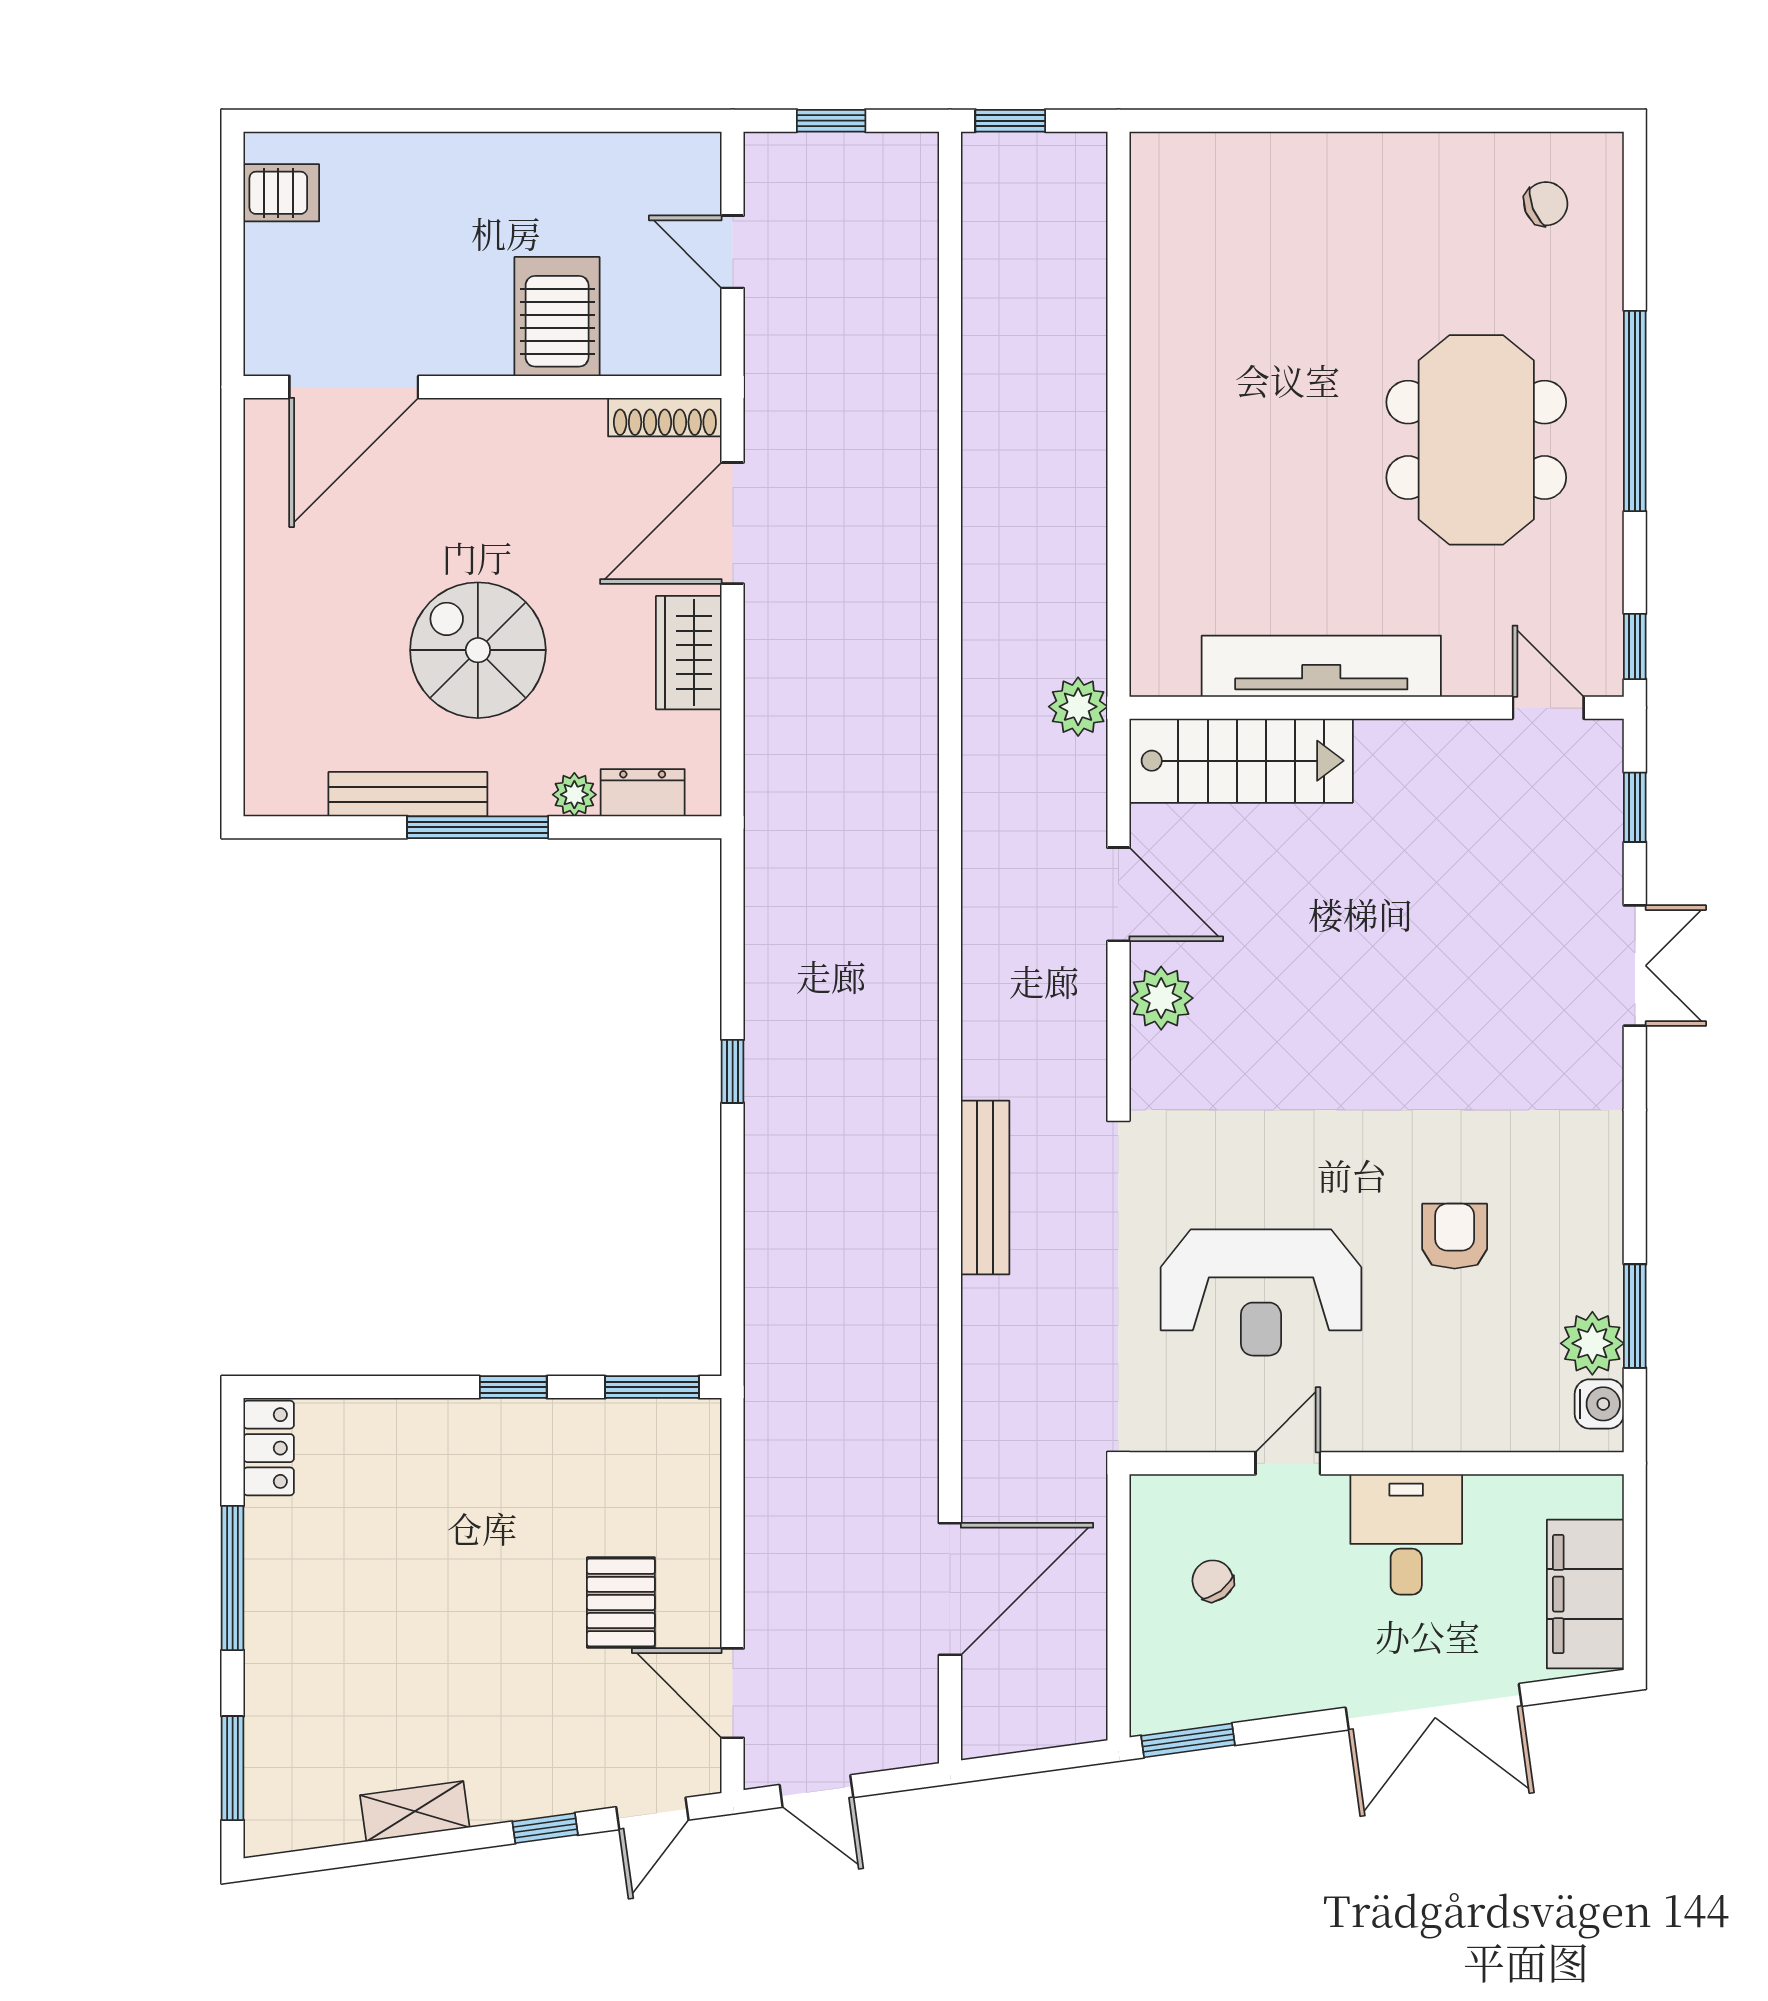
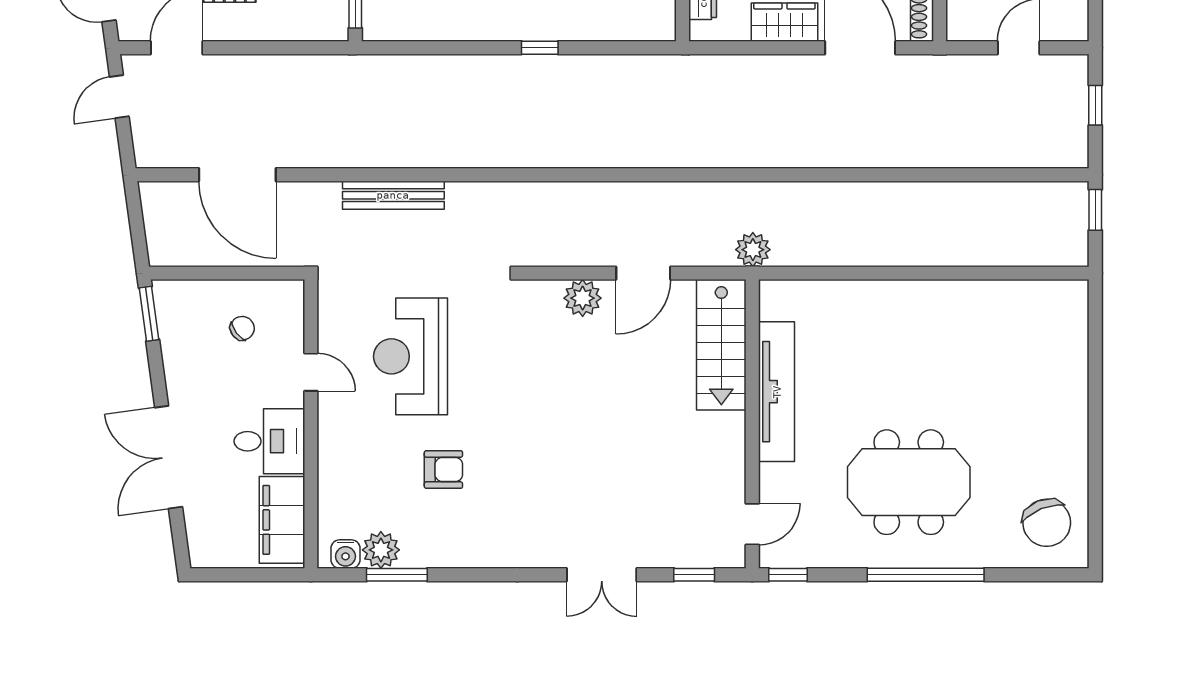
chair: (1546, 204) -> (1047, 523), width x1.87, depth x1.87
bench: (985, 1188) -> (393, 195), moved
filing cabinet: (1585, 1594) -> (282, 520), moved, turned -90

